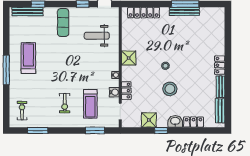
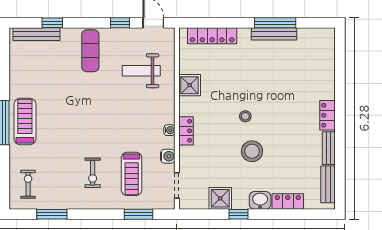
treadmill: (28, 58) -> (25, 121), moved
shower: (129, 58) -> (190, 85), moved
locker: (126, 91) -> (186, 131), moved

